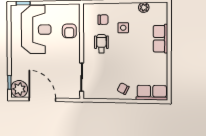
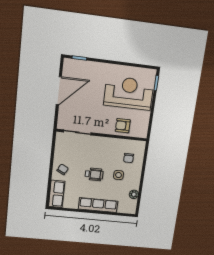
reception desk: (36, 30) -> (129, 93), turned 180
row of seats: (161, 39) -> (98, 205), width x1.48
wheelchair: (101, 44) -> (94, 174), moved
plant: (19, 89) -> (72, 68), removed

